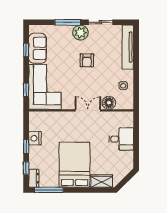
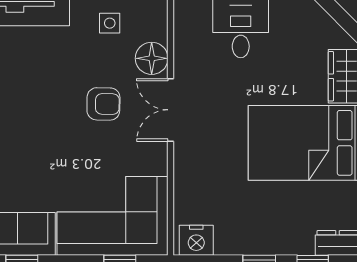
armchair: (87, 60) -> (103, 104), moved
nightstand: (35, 138) -> (196, 240), moved

